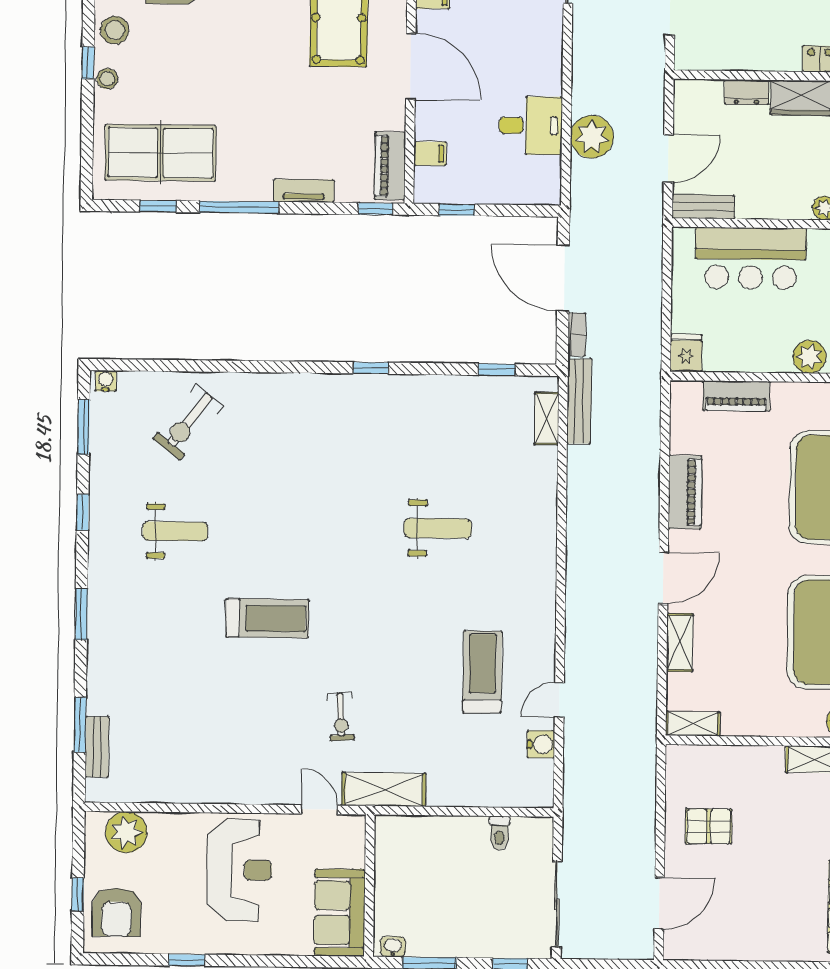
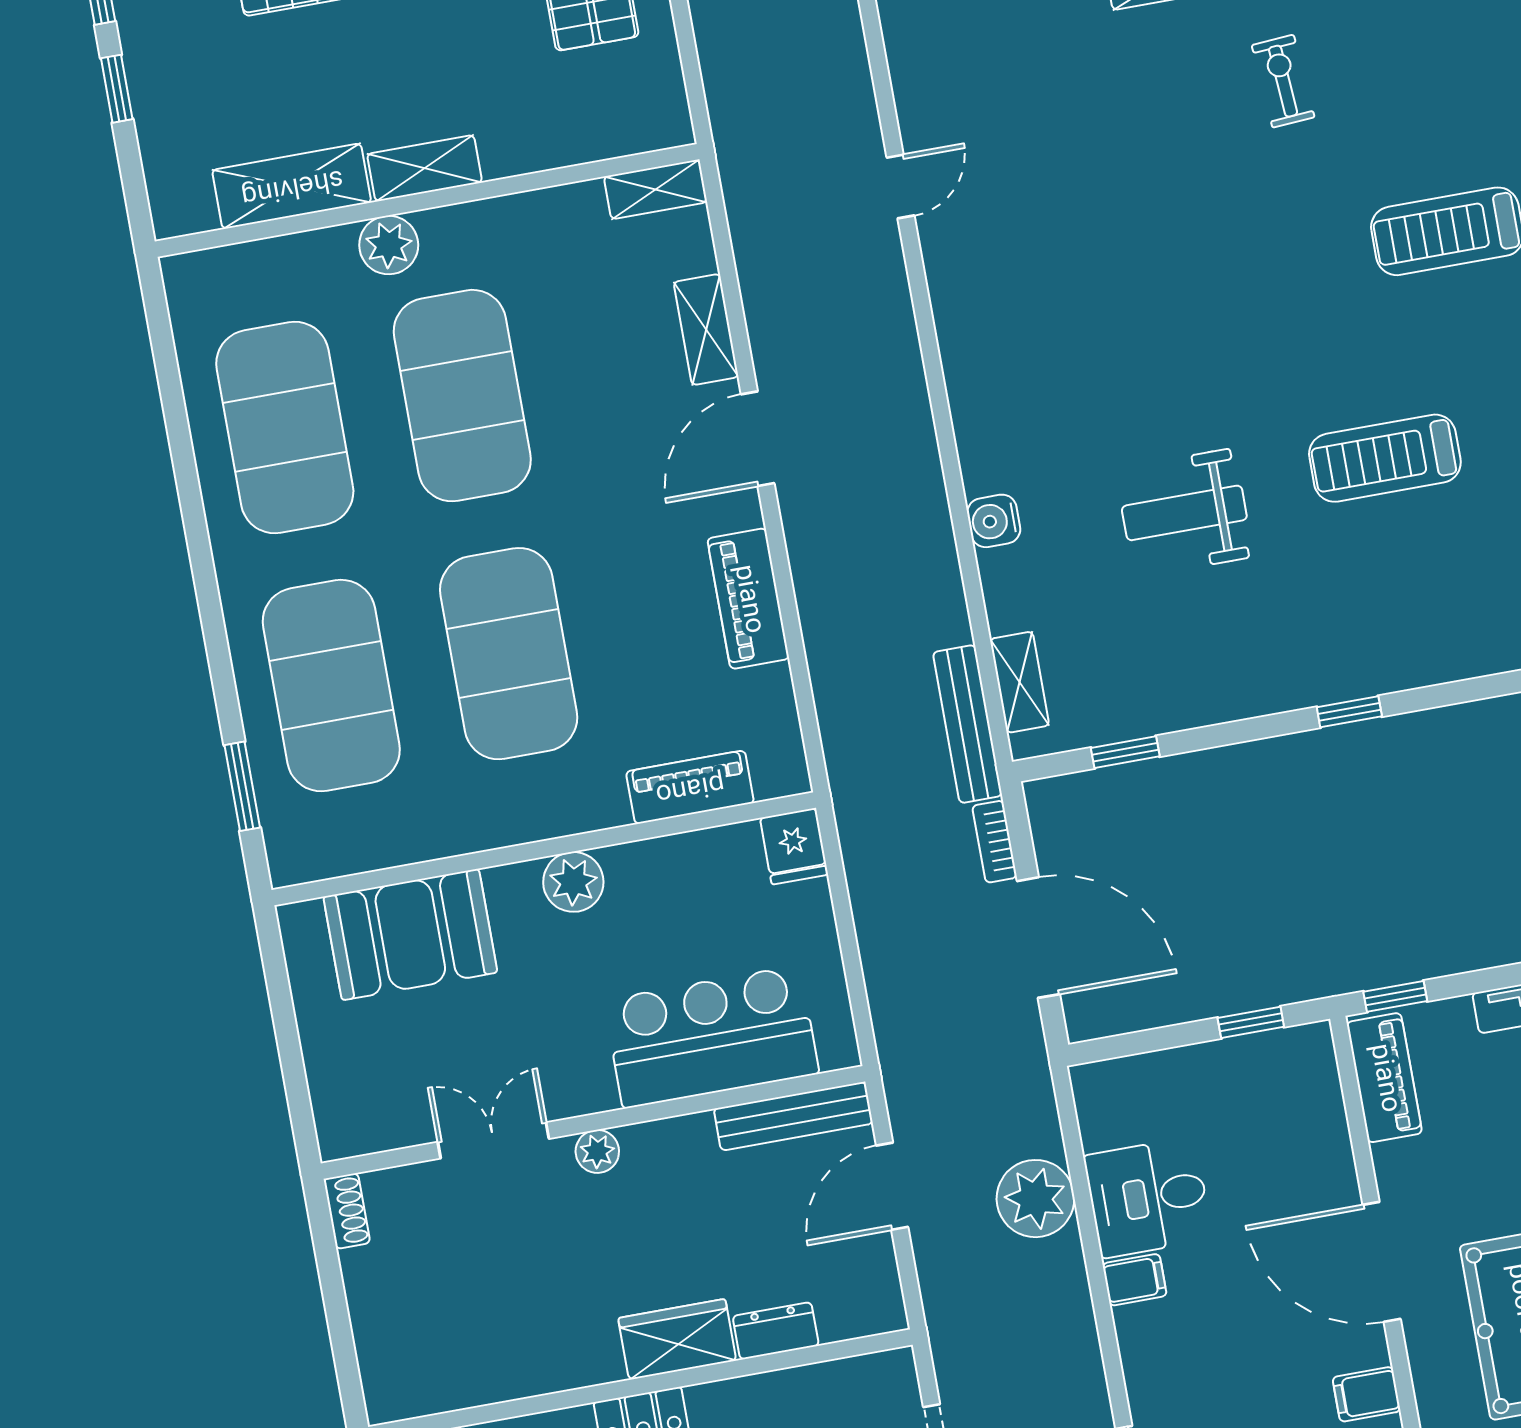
filing cabinet: (430, 154) -> (1135, 1280), moved, turned 180
bench: (703, 207) -> (793, 1116), width x1.36
weight bench: (438, 528) -> (1184, 513), moved
treadmill: (482, 672) -> (1385, 458), moved, turned 90
water cooler: (541, 744) -> (994, 521), moved

